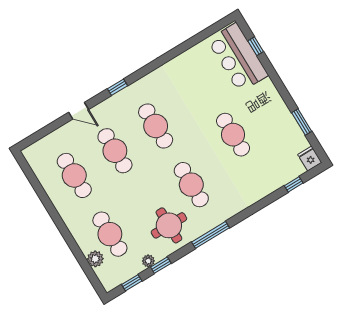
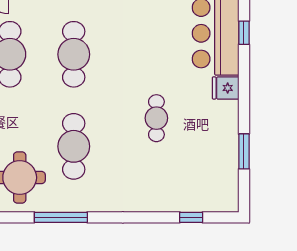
cafe table: (233, 135) -> (156, 118), width x0.73, depth x0.74
fridge: (310, 159) -> (226, 88), moved, turned -90

